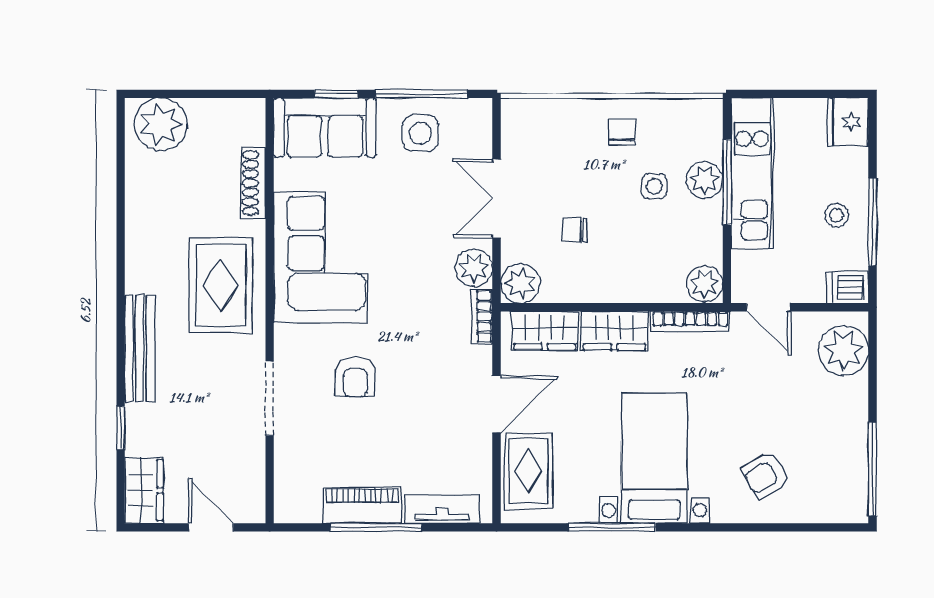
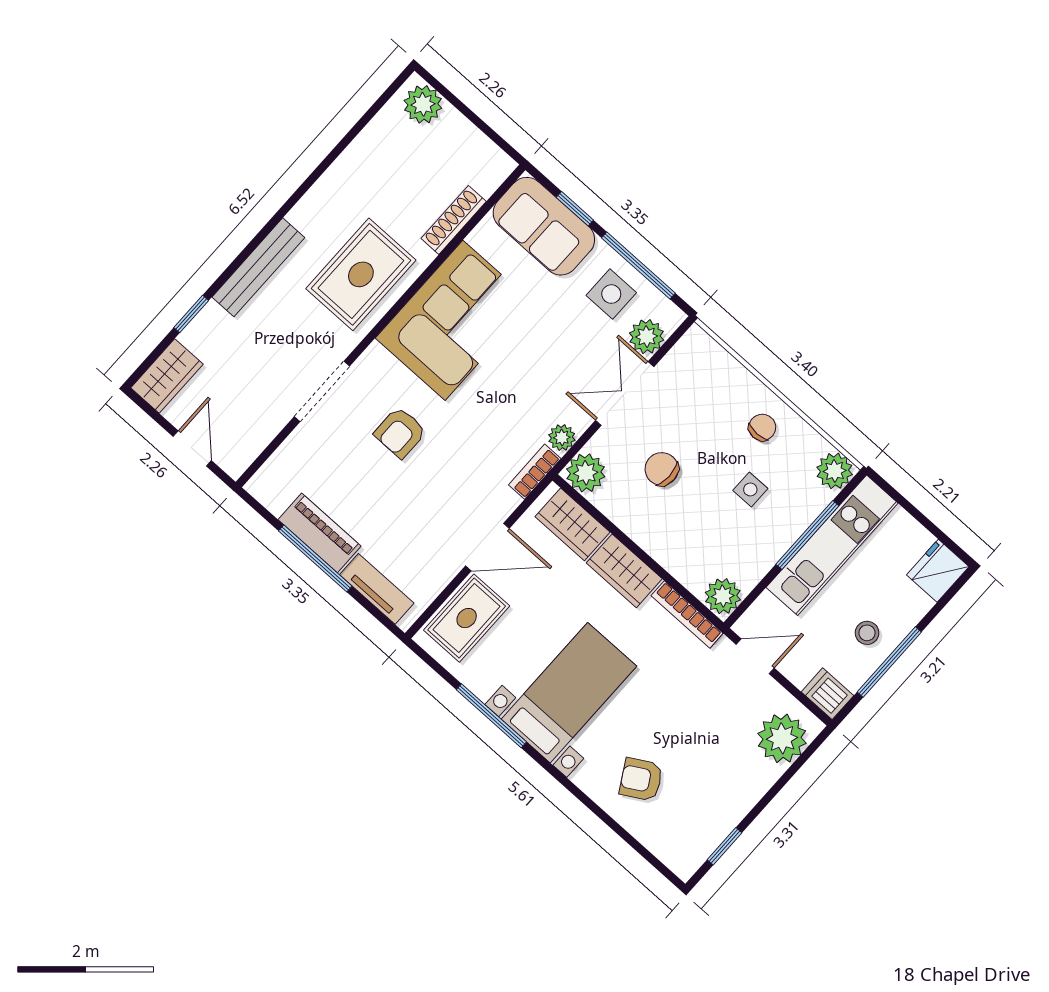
plant: (161, 124) -> (423, 104), width x0.73, depth x0.73
plant: (475, 141) -> (647, 337), added
plant: (704, 180) -> (835, 471), moved
chair: (574, 230) -> (662, 469), width x1.37, depth x1.37
plant: (474, 268) -> (562, 438), width x0.73, depth x0.73
door: (769, 307) -> (755, 656), swing flipped
window: (873, 469) -> (725, 846), width x0.46

